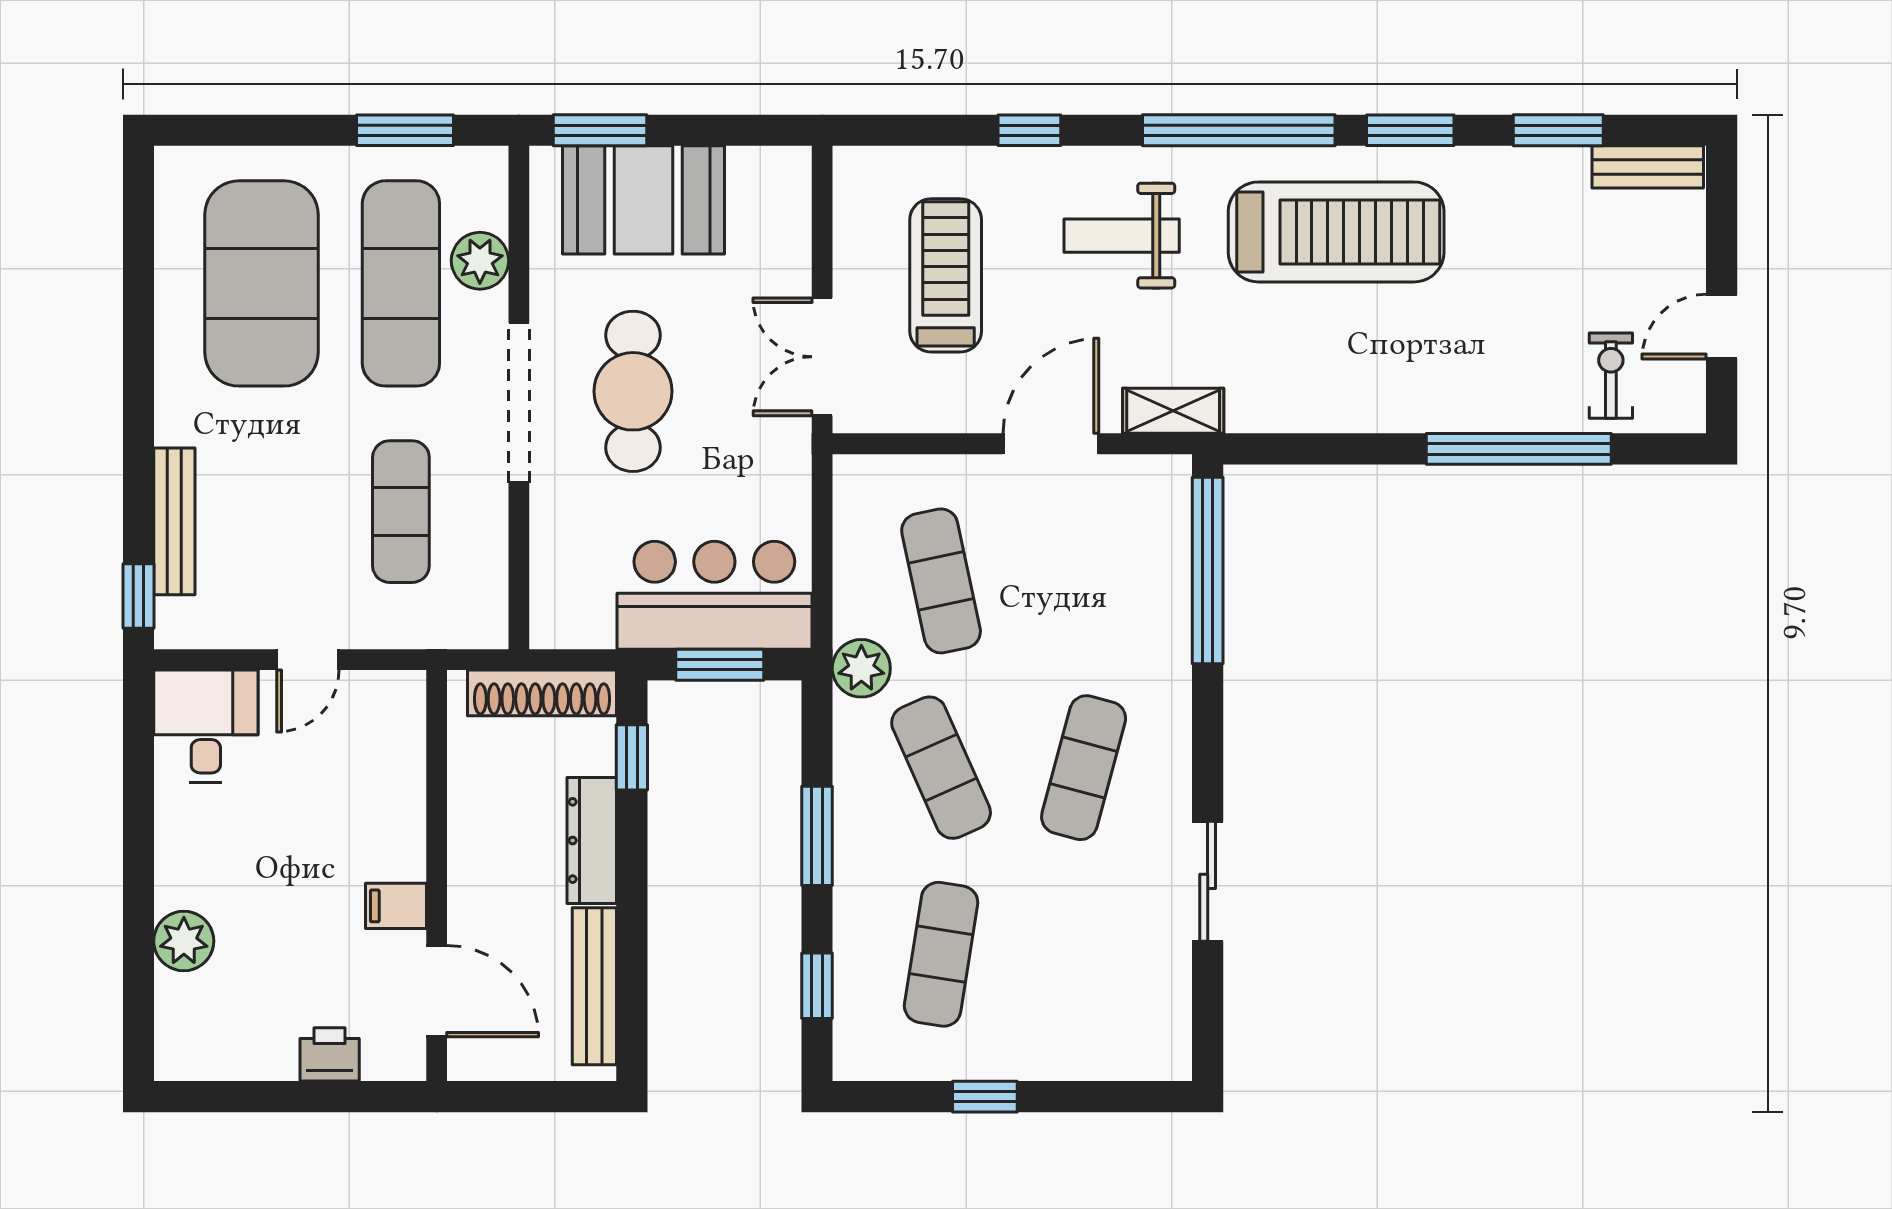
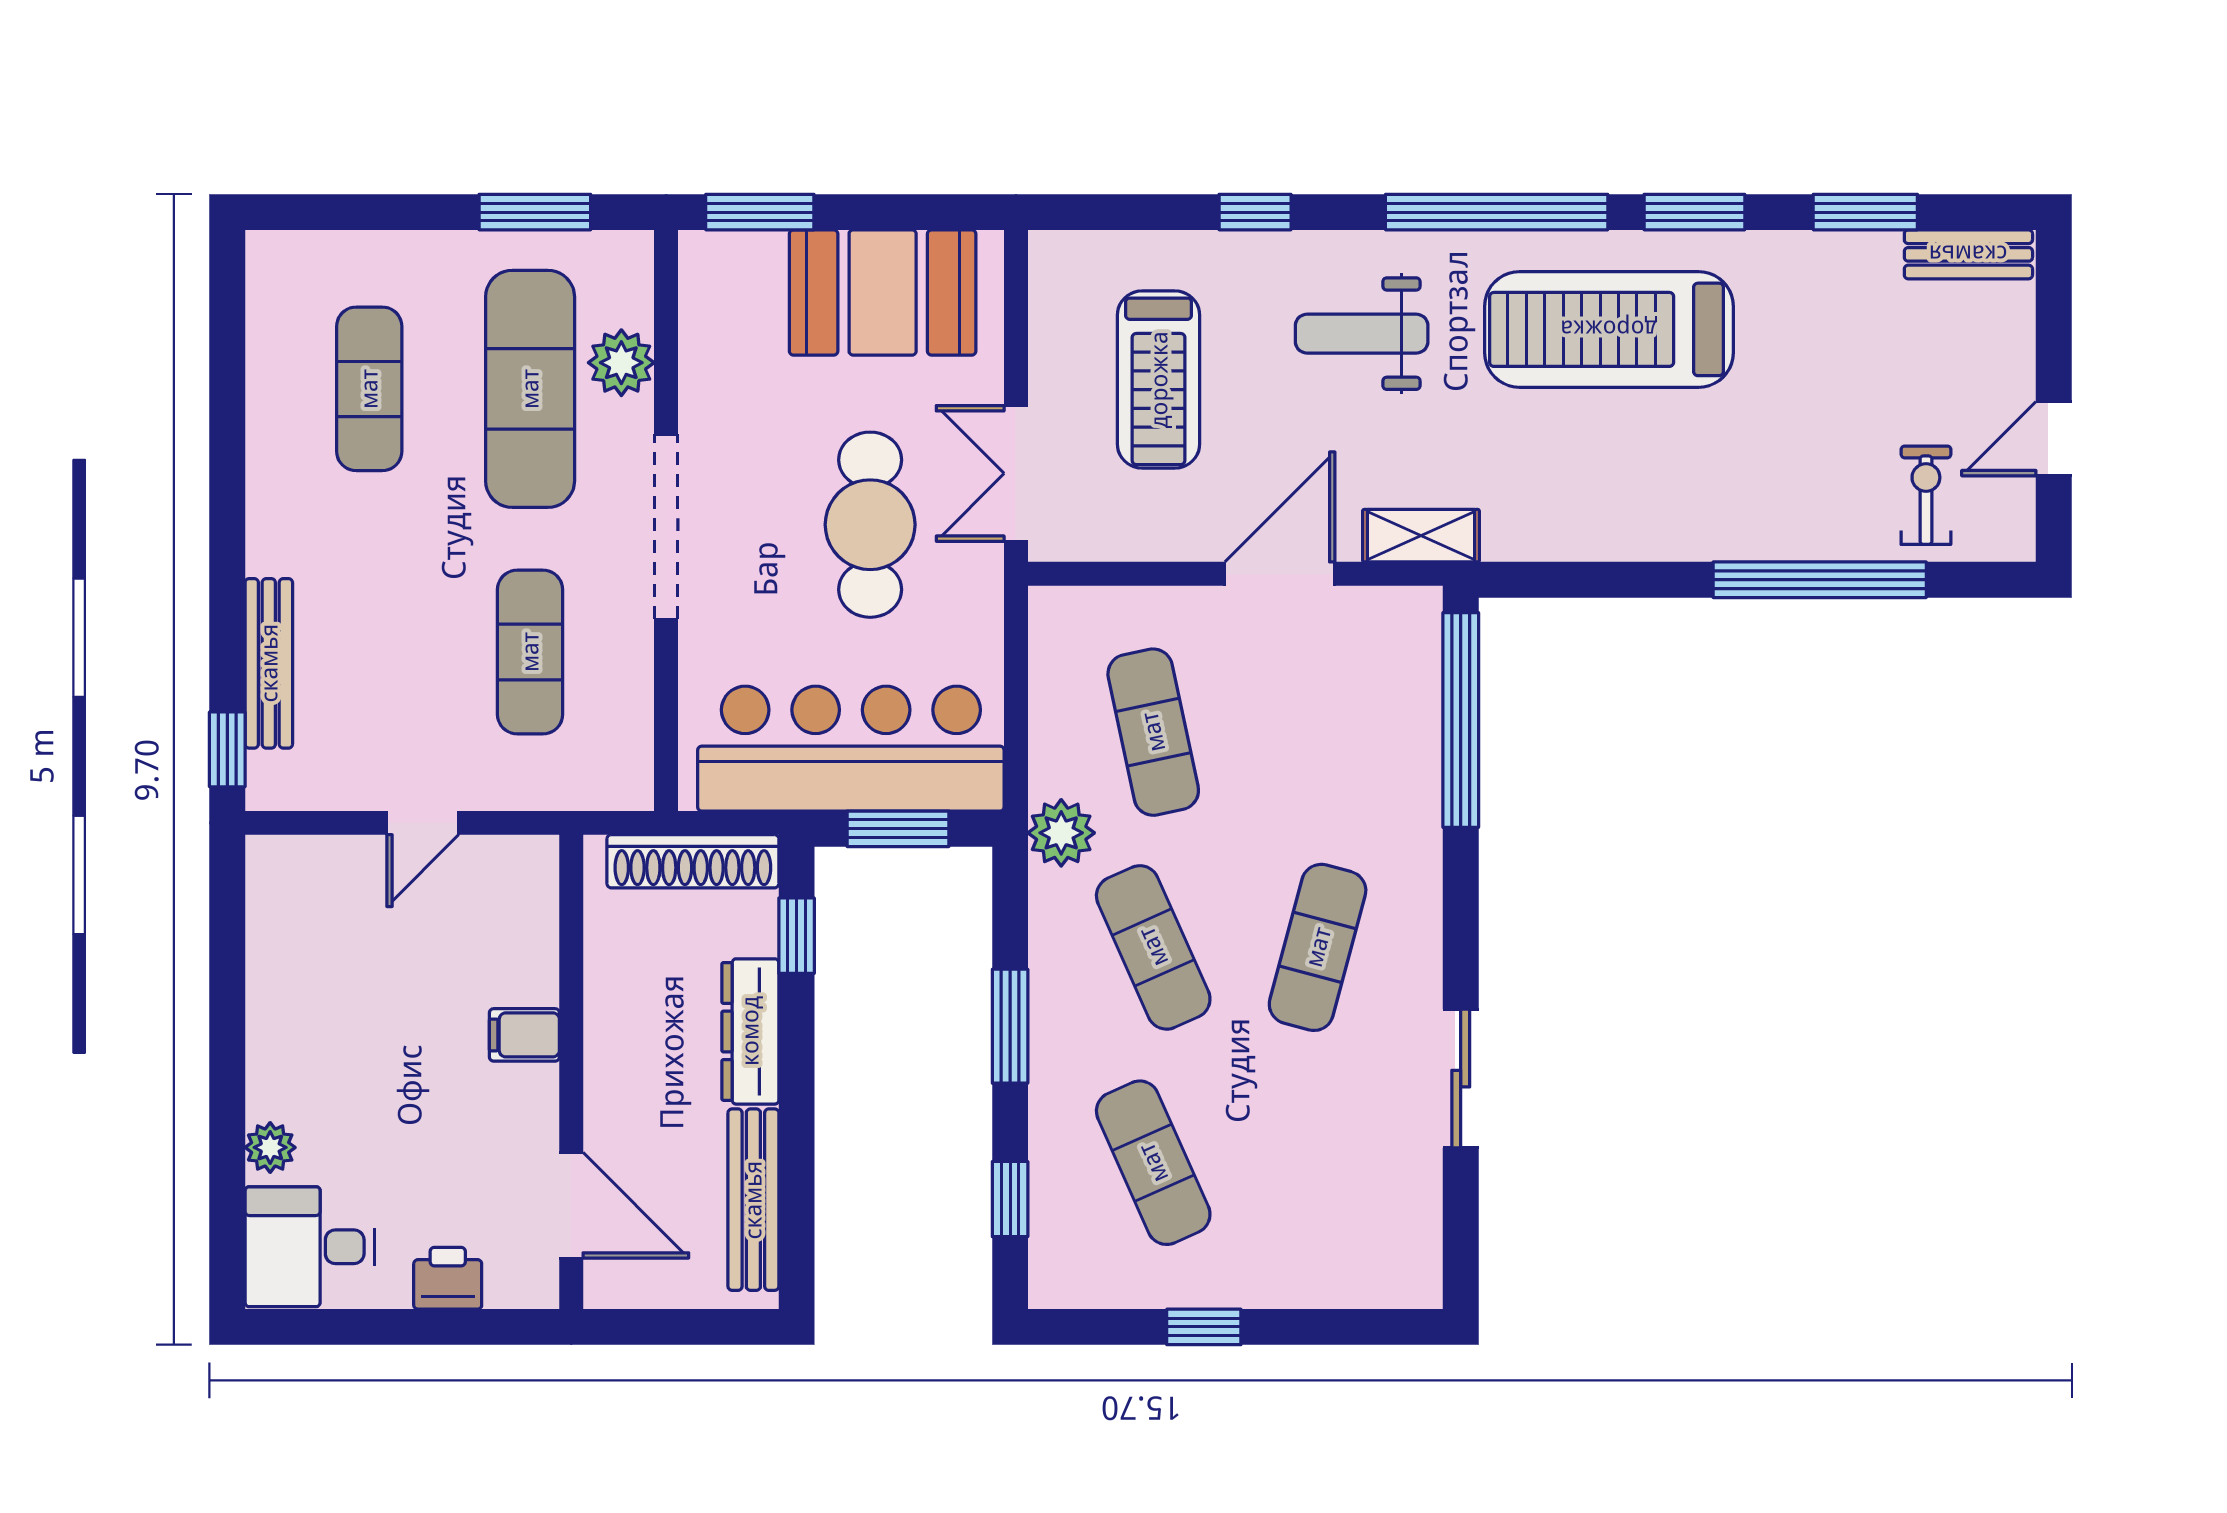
booth: (643, 200) -> (883, 292), moved
treadmill: (1336, 232) -> (1609, 329), turned 180
treadmill: (946, 275) -> (1159, 380), turned 180
exercise mat: (261, 283) -> (369, 389), width x0.50, depth x0.69
cafe table: (633, 391) -> (870, 525), moved
bar counter: (714, 595) -> (851, 749), width x1.36
desk: (206, 726) -> (310, 1247), moved, turned -90
filing cabinet: (396, 906) -> (524, 1035), moved
plant: (184, 941) -> (270, 1147), width x0.73, depth x0.73
exercise mat: (941, 954) -> (1153, 1163), turned -33

